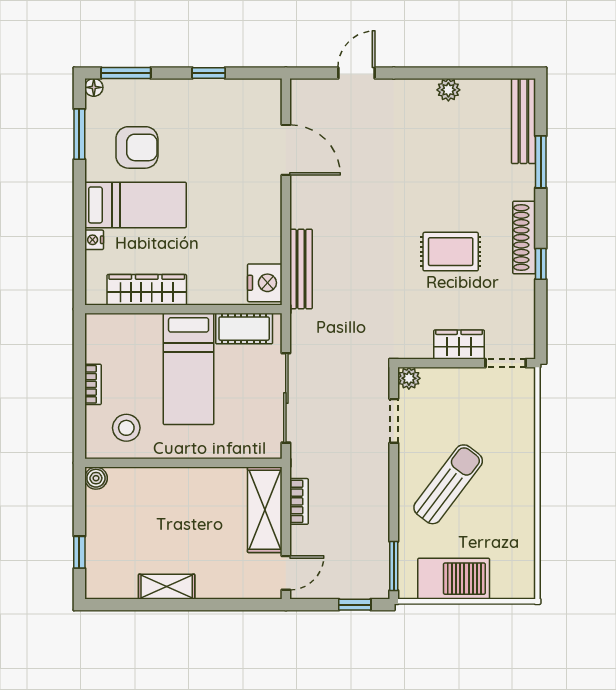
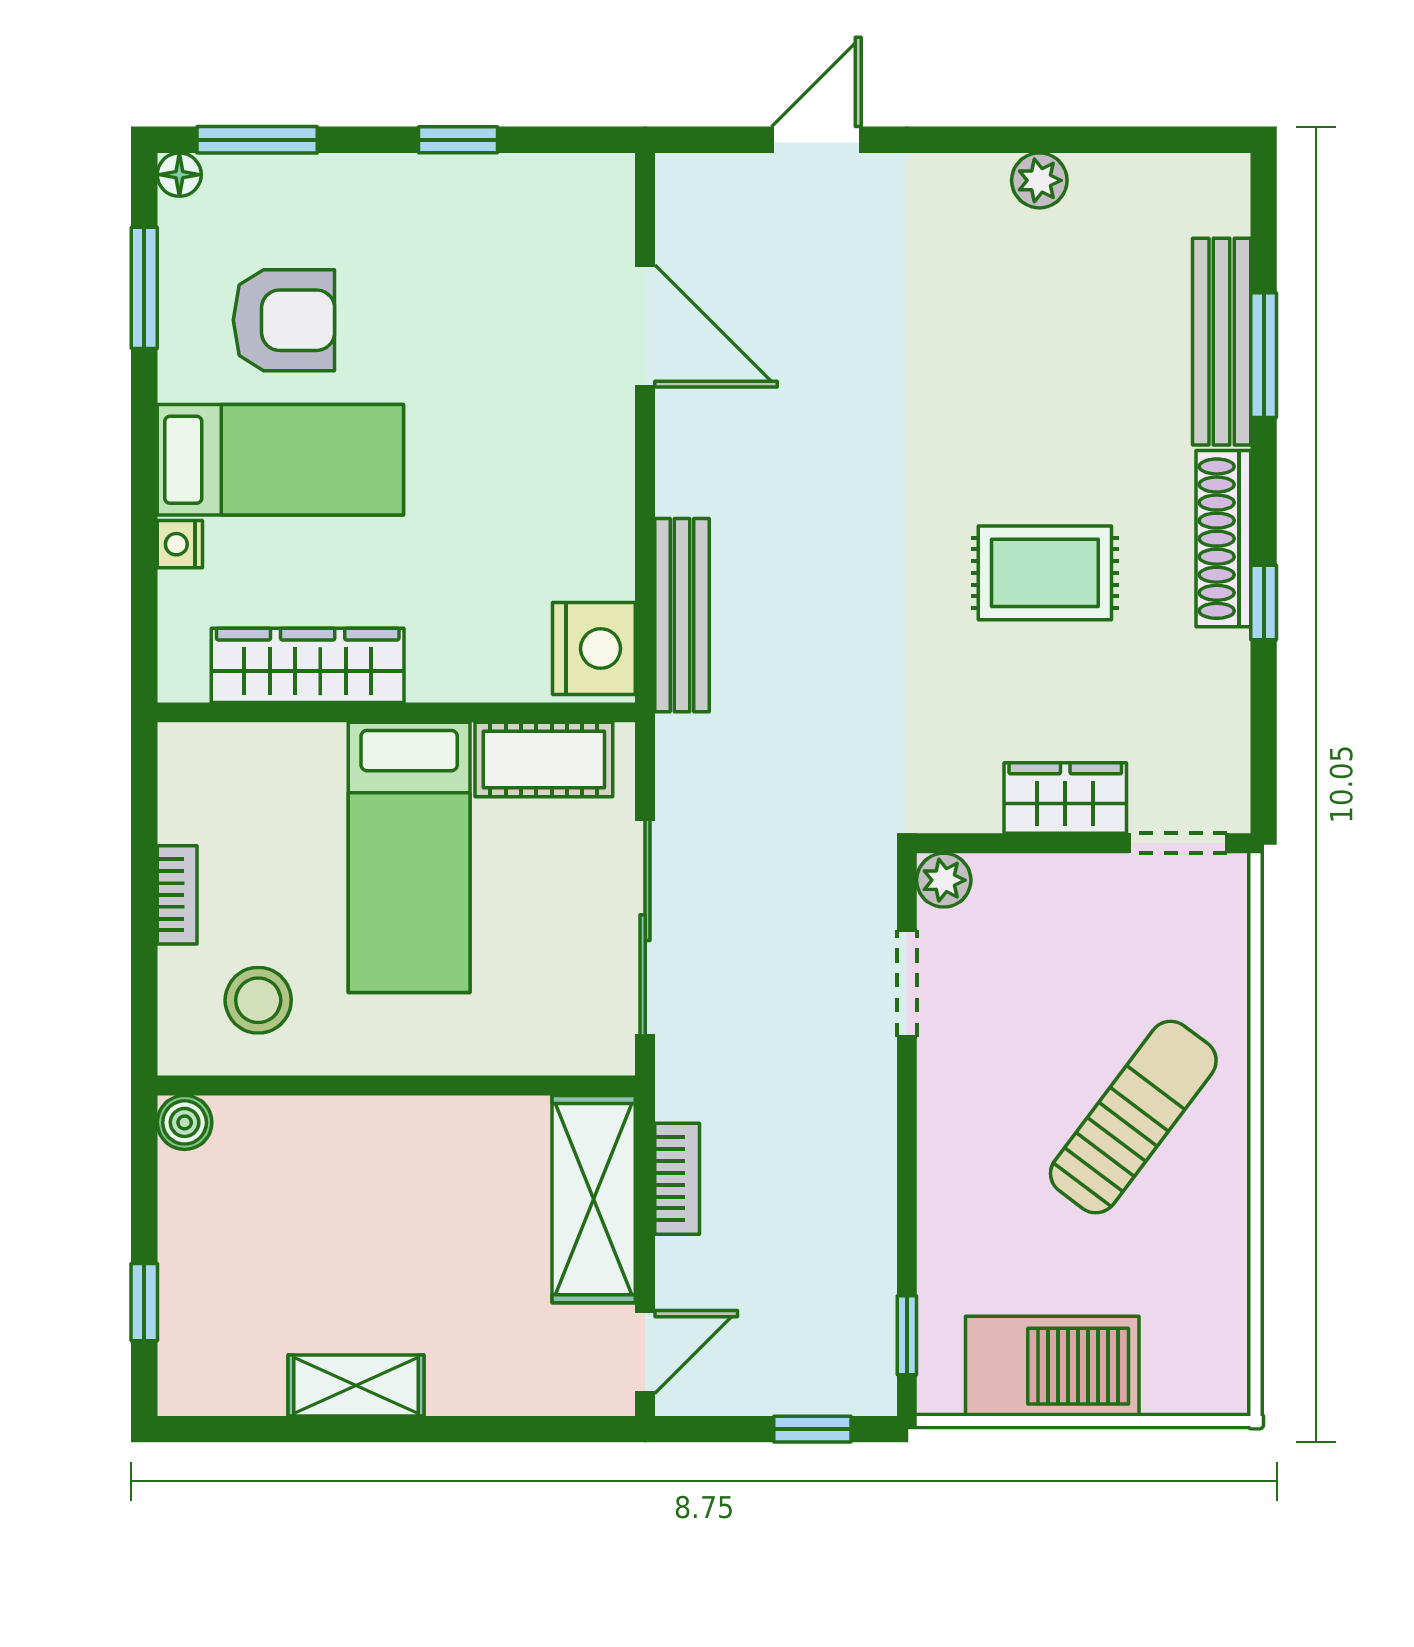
bench: (523, 121) -> (1222, 342), moved
sun lounger: (448, 484) -> (1133, 1117), moved
window: (394, 566) -> (907, 1335), width x0.67

